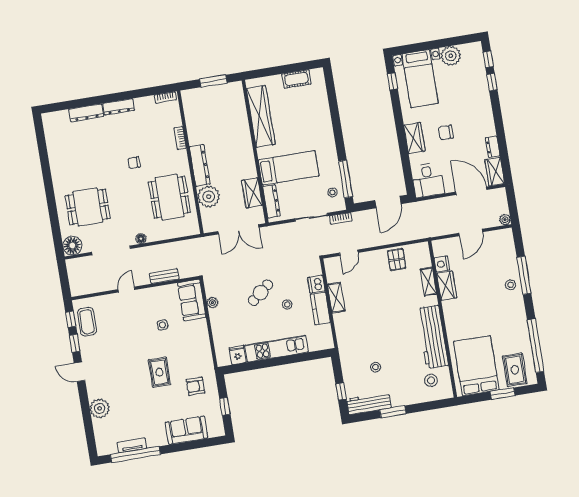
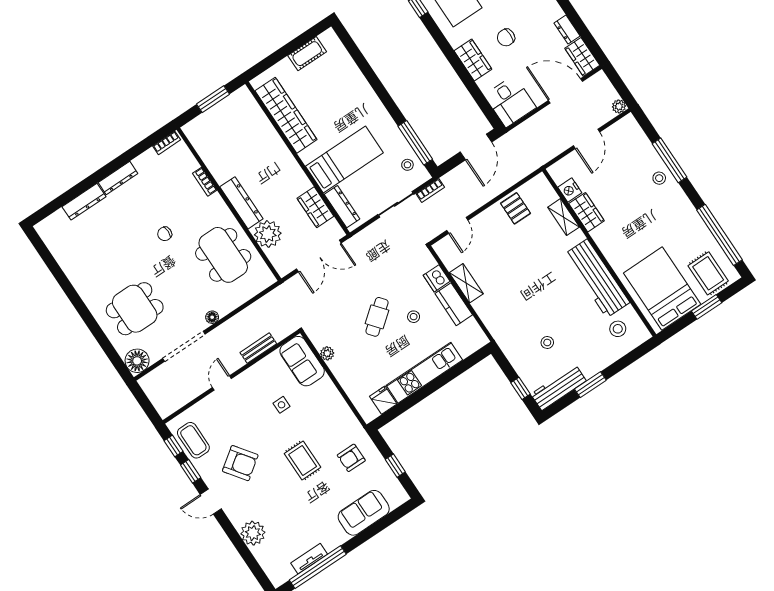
armchair: (113, 354) -> (240, 463), added

